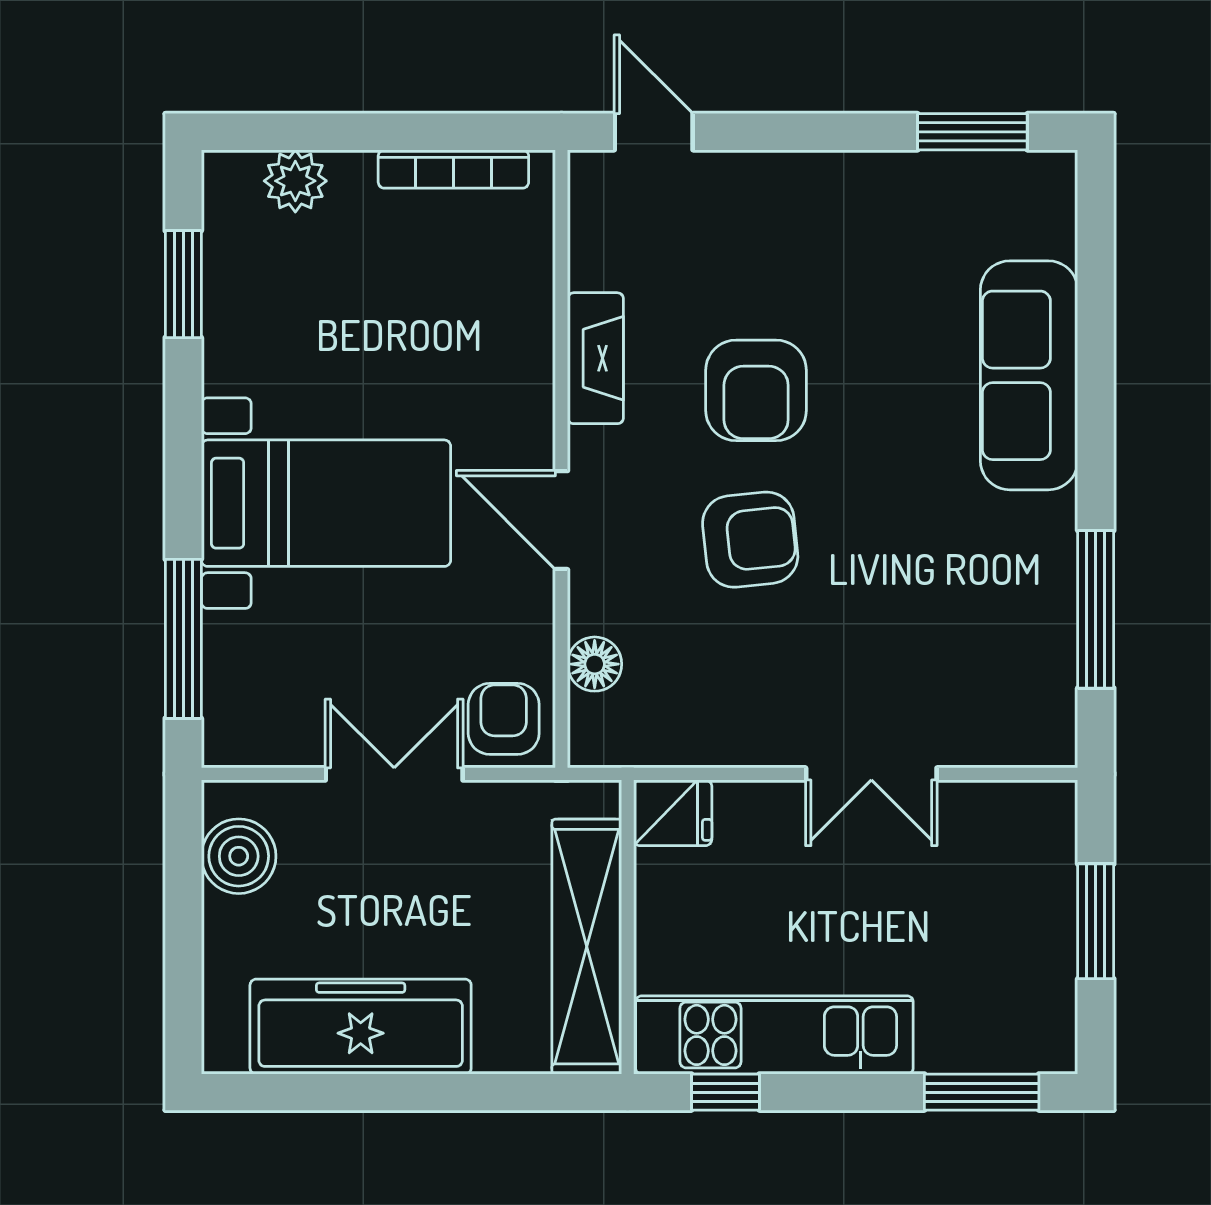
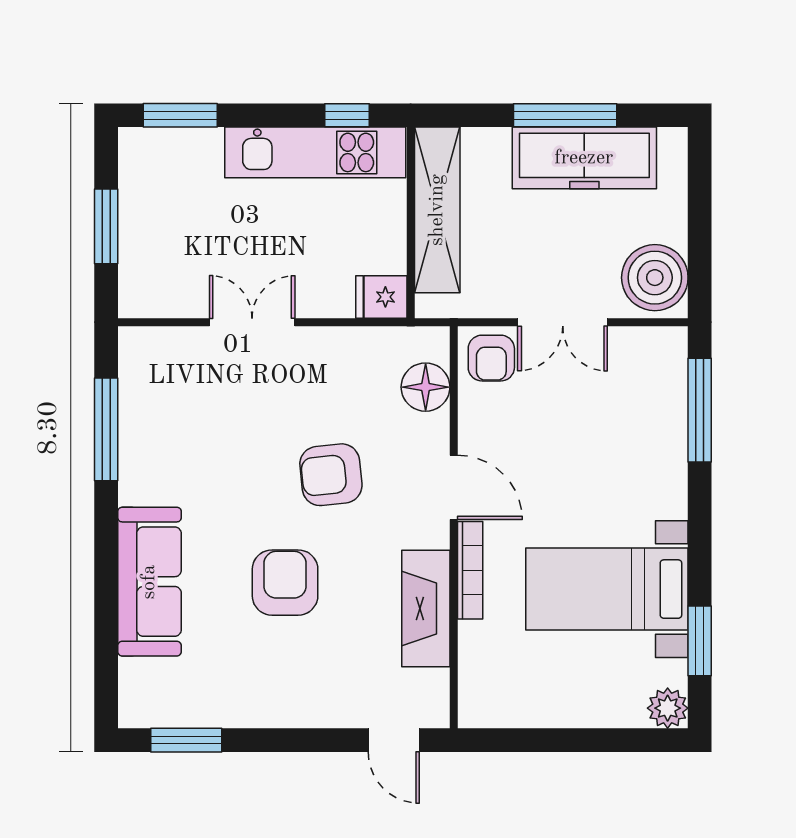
bookcase: (453, 169) -> (470, 570), moved, turned 90
plant: (295, 181) -> (668, 708), moved
fireplace: (595, 358) -> (426, 608), width x1.37, depth x1.32
armchair: (756, 390) -> (285, 583), moved
bed with nightstands: (326, 503) -> (607, 589), moved
floor lamp: (595, 664) -> (426, 387), width x1.38, depth x1.38
boiler: (239, 856) -> (655, 278), width x1.37, depth x1.37
window: (390, 1092) -> (565, 115), added

